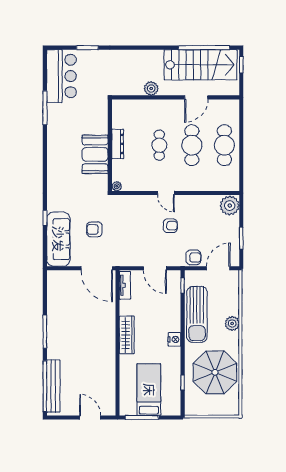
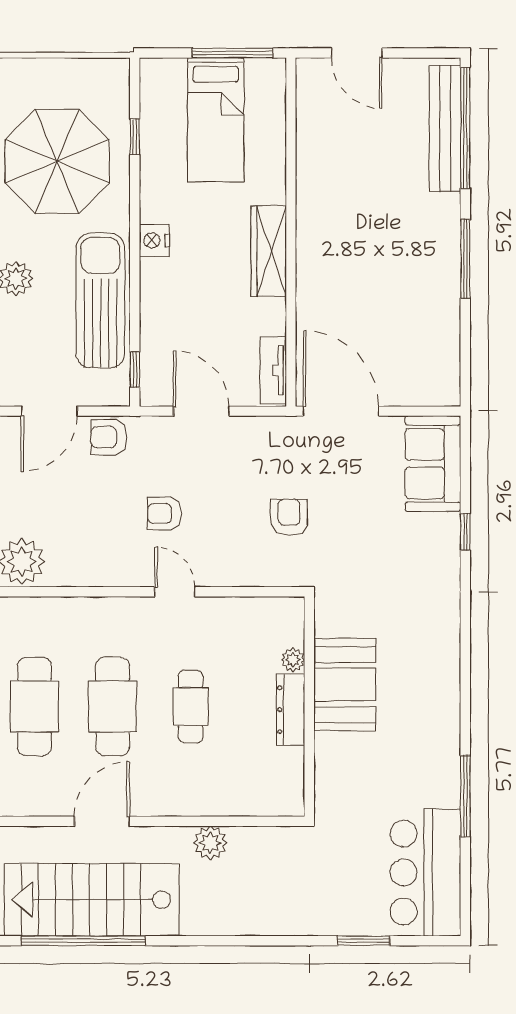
plant: (117, 186) -> (293, 660), moved
armchair: (94, 229) -> (289, 517), moved, turned -90
sofa: (58, 239) -> (433, 464), width x0.73

